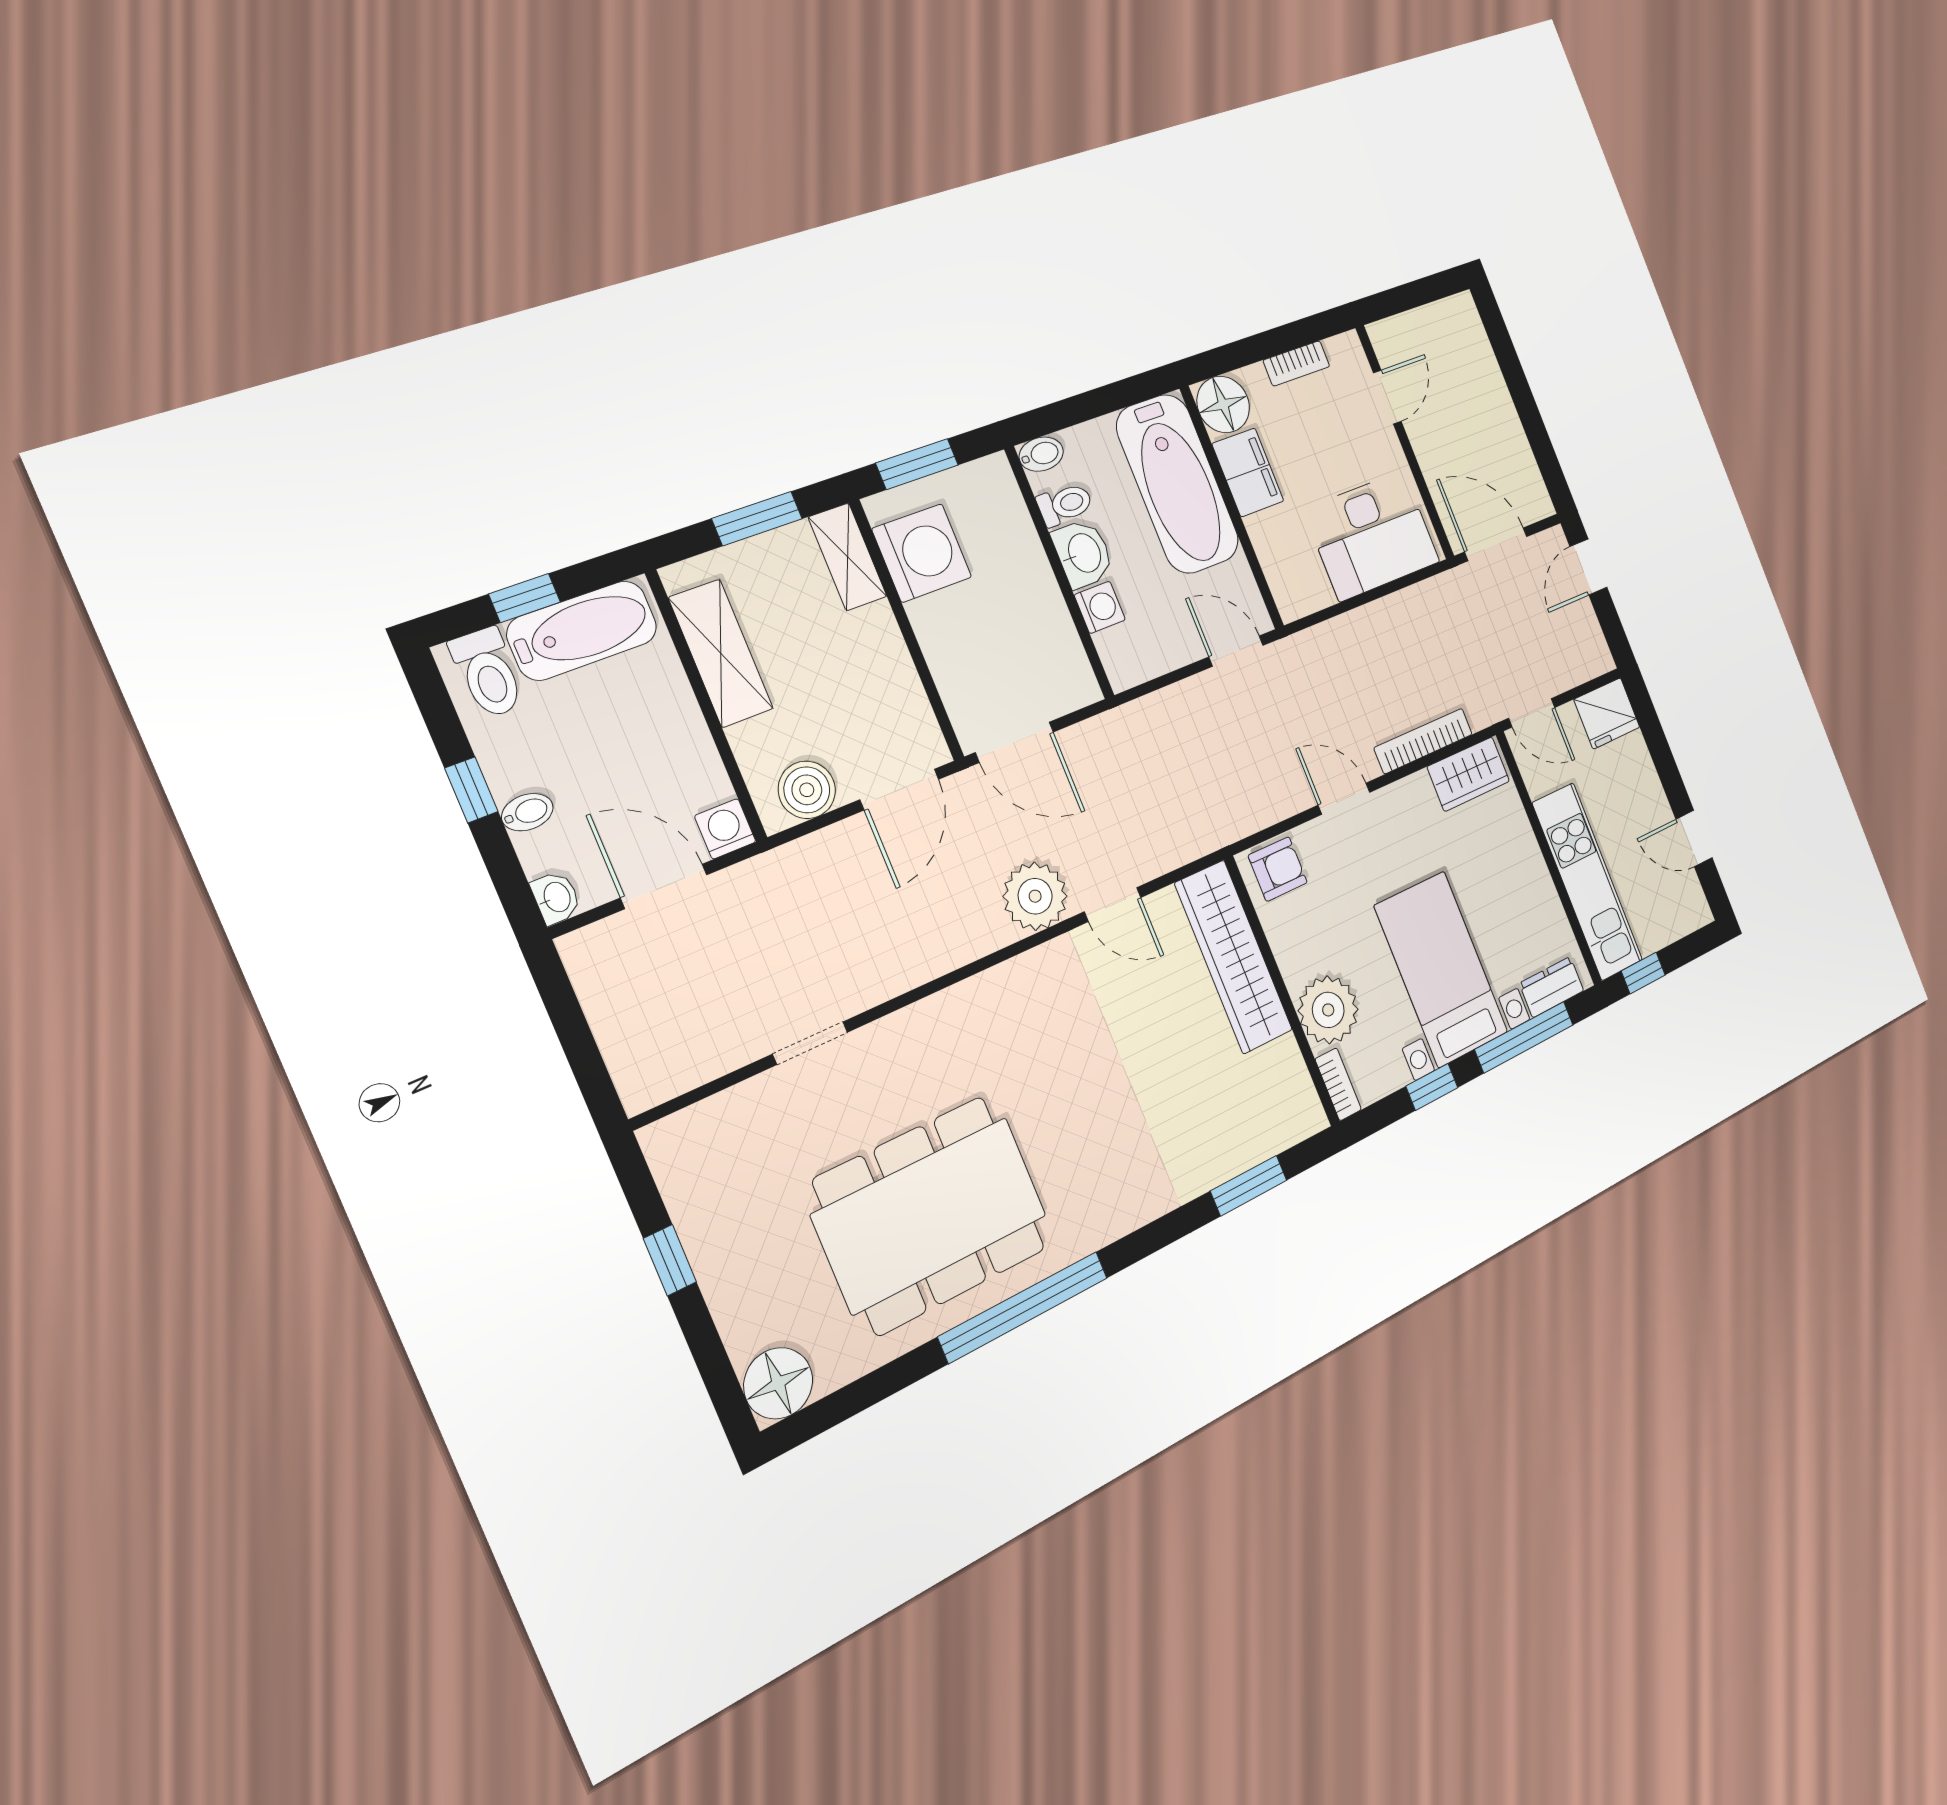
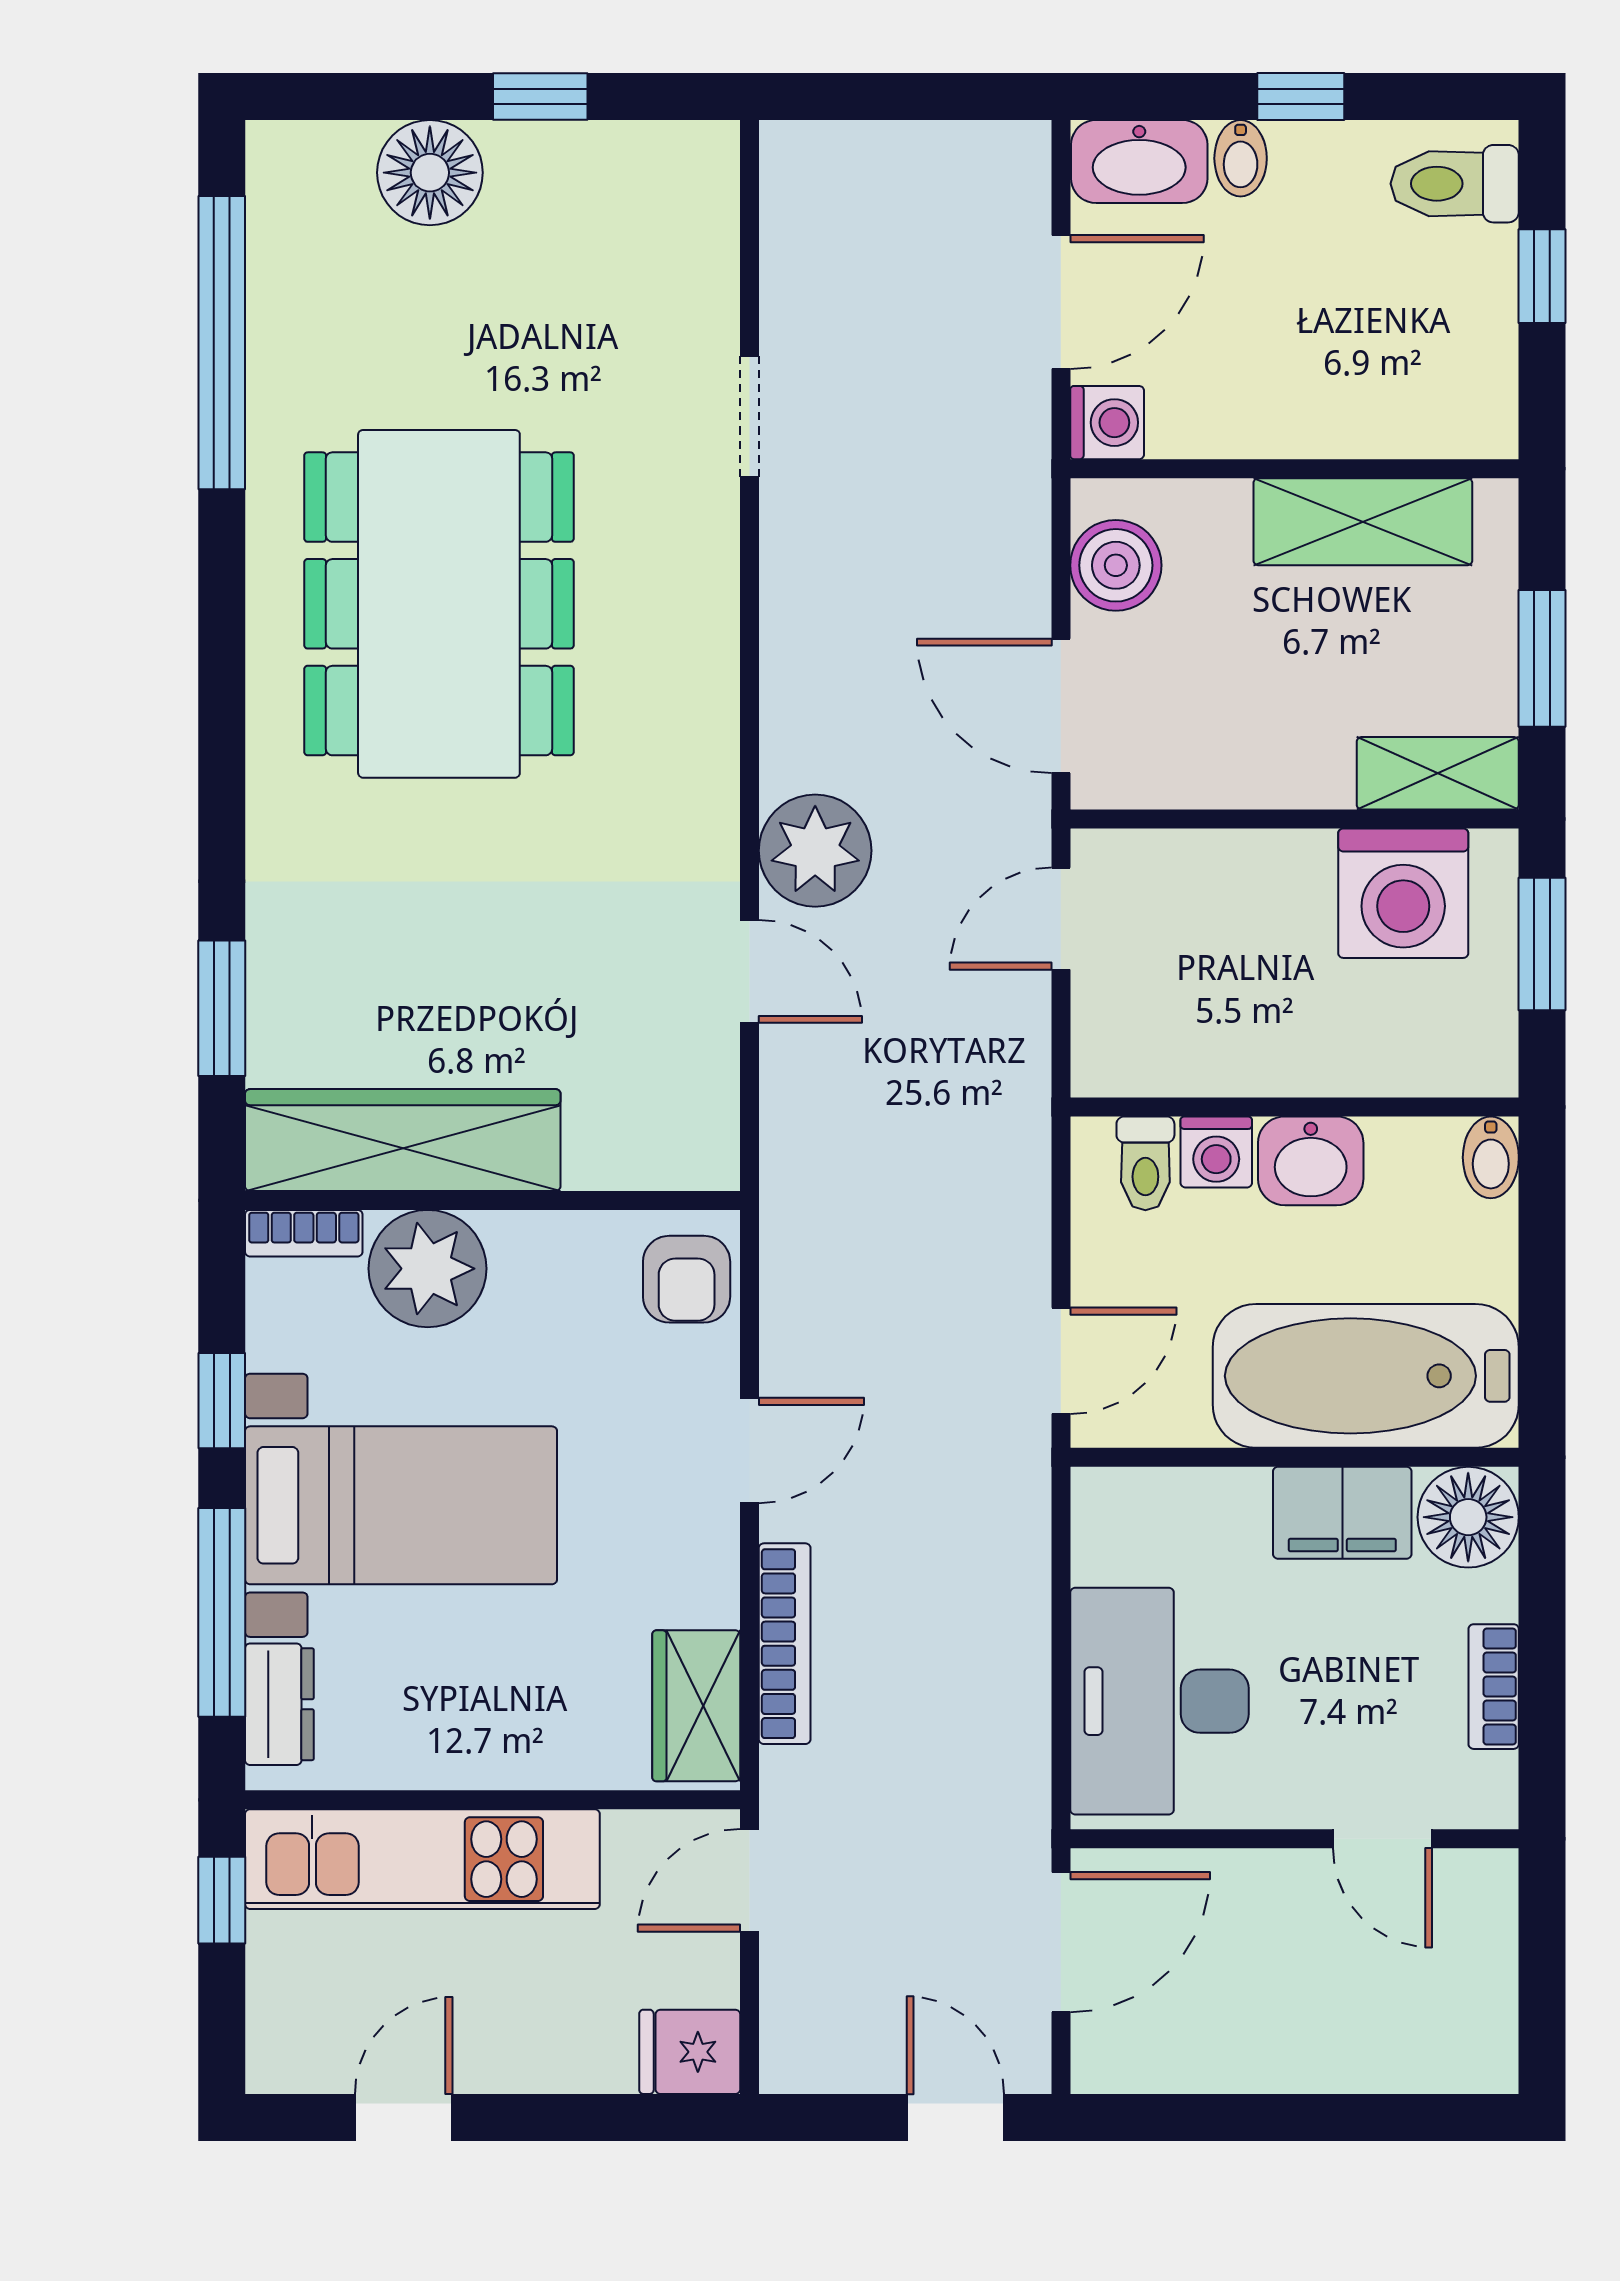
toilet: (1065, 504) -> (1145, 1163), moved
bathtub: (582, 630) -> (1467, 337), removed
fridge: (1607, 713) -> (690, 2052), width x0.72
door: (1015, 742) -> (1061, 919), width x0.73
washbasin: (556, 898) -> (1139, 162), width x1.91, depth x1.45
door: (1113, 905) -> (750, 971), swing flipped
wardrobe: (1234, 957) -> (403, 1140), moved
dining table: (930, 1215) -> (439, 604), moved
window: (1023, 1307) -> (222, 343), moved
floor lamp: (778, 1383) -> (430, 173), moved

